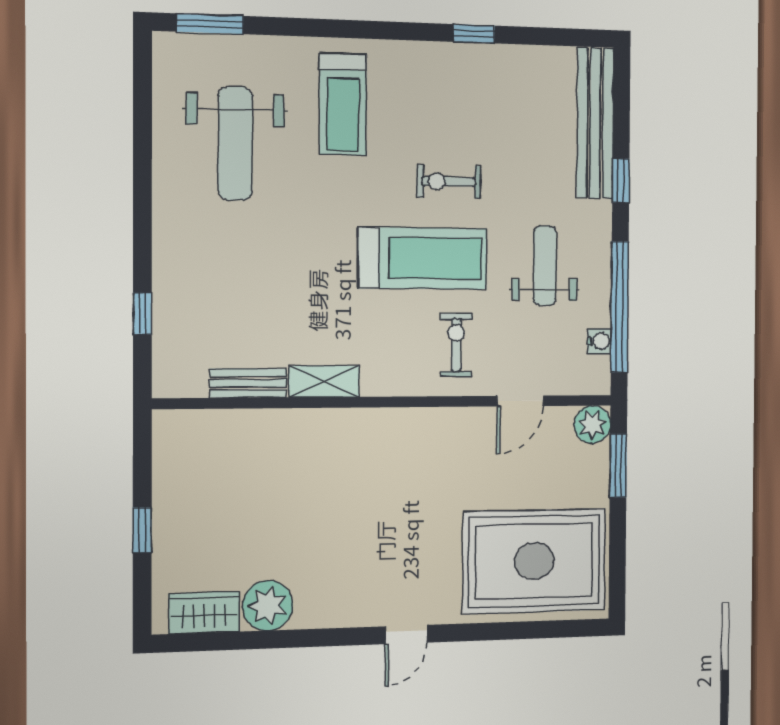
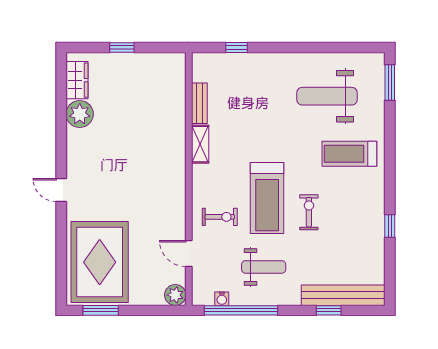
window: (621, 181) -> (329, 310), moved
window: (618, 466) -> (101, 310), moved

